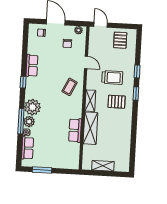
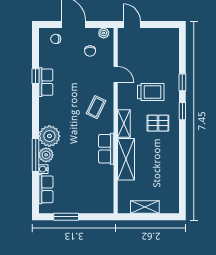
pallet: (120, 40) -> (158, 43), removed
window: (23, 82) -> (36, 76), moved
row of seats: (75, 130) -> (106, 149), moved

